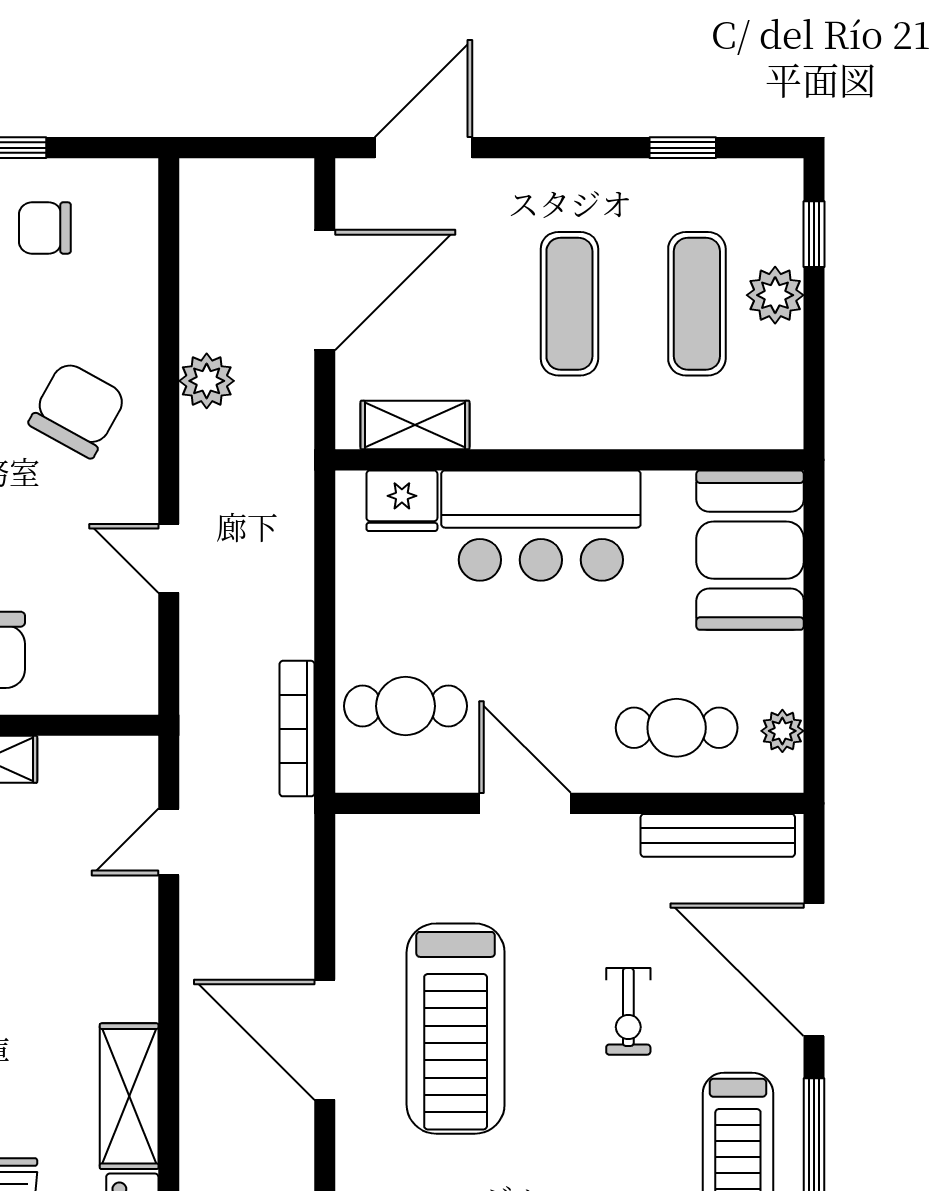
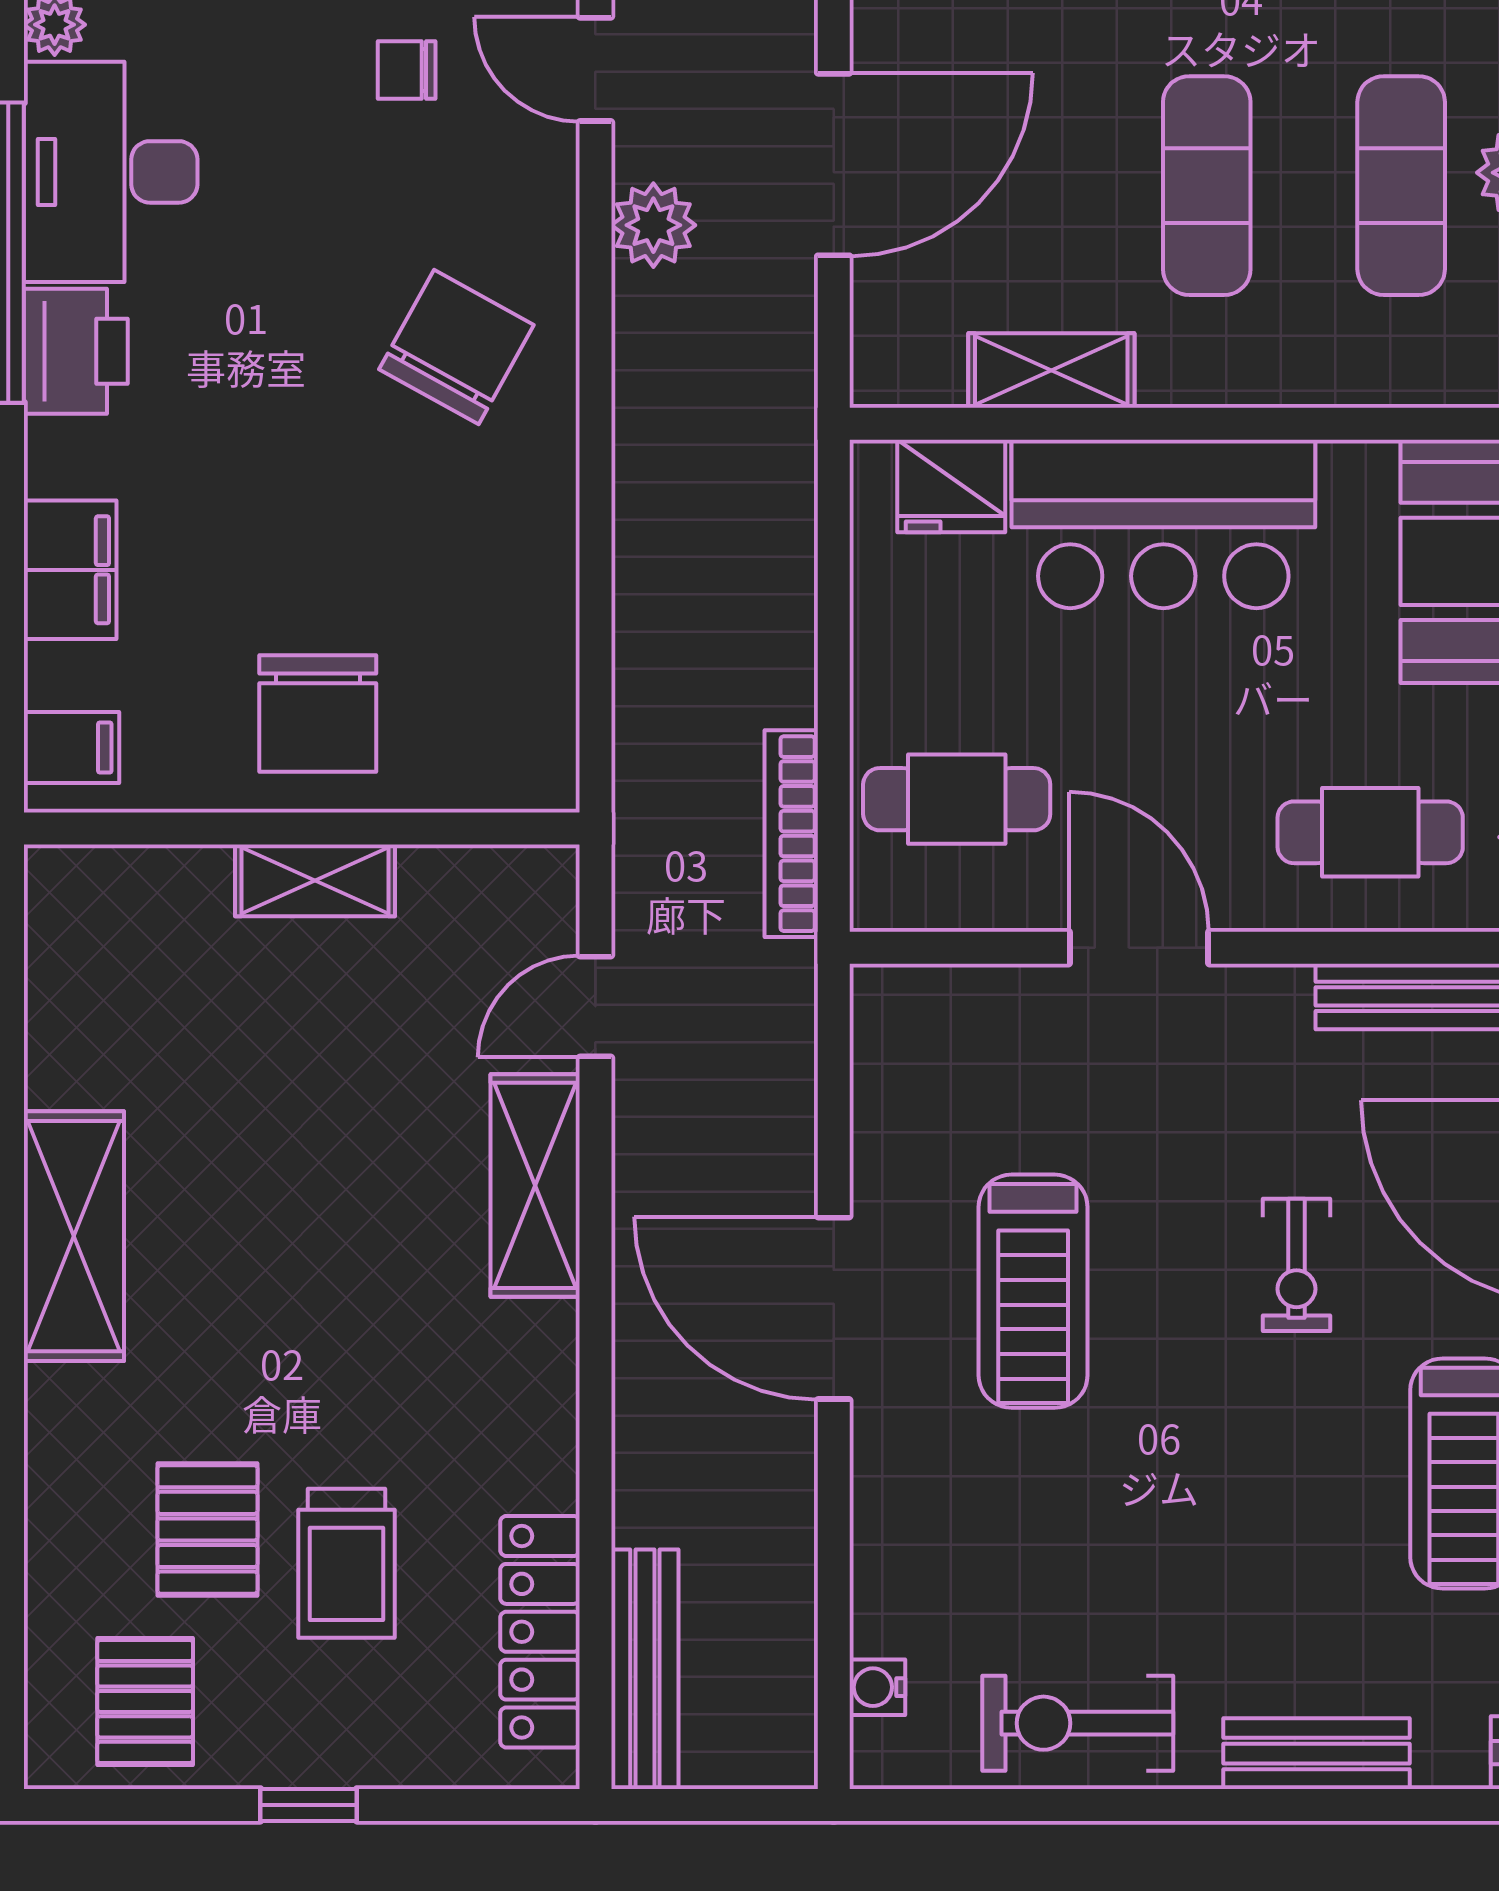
chair: (45, 228) -> (407, 70), width x0.73, depth x0.73
plant: (207, 381) -> (653, 225), moved
shelving: (415, 425) -> (1051, 371), moved
door: (169, 558) -> (595, 69), moved
treadmill: (456, 1029) -> (1033, 1291), width x0.73, depth x0.73
shelving: (129, 1096) -> (535, 1185), moved

